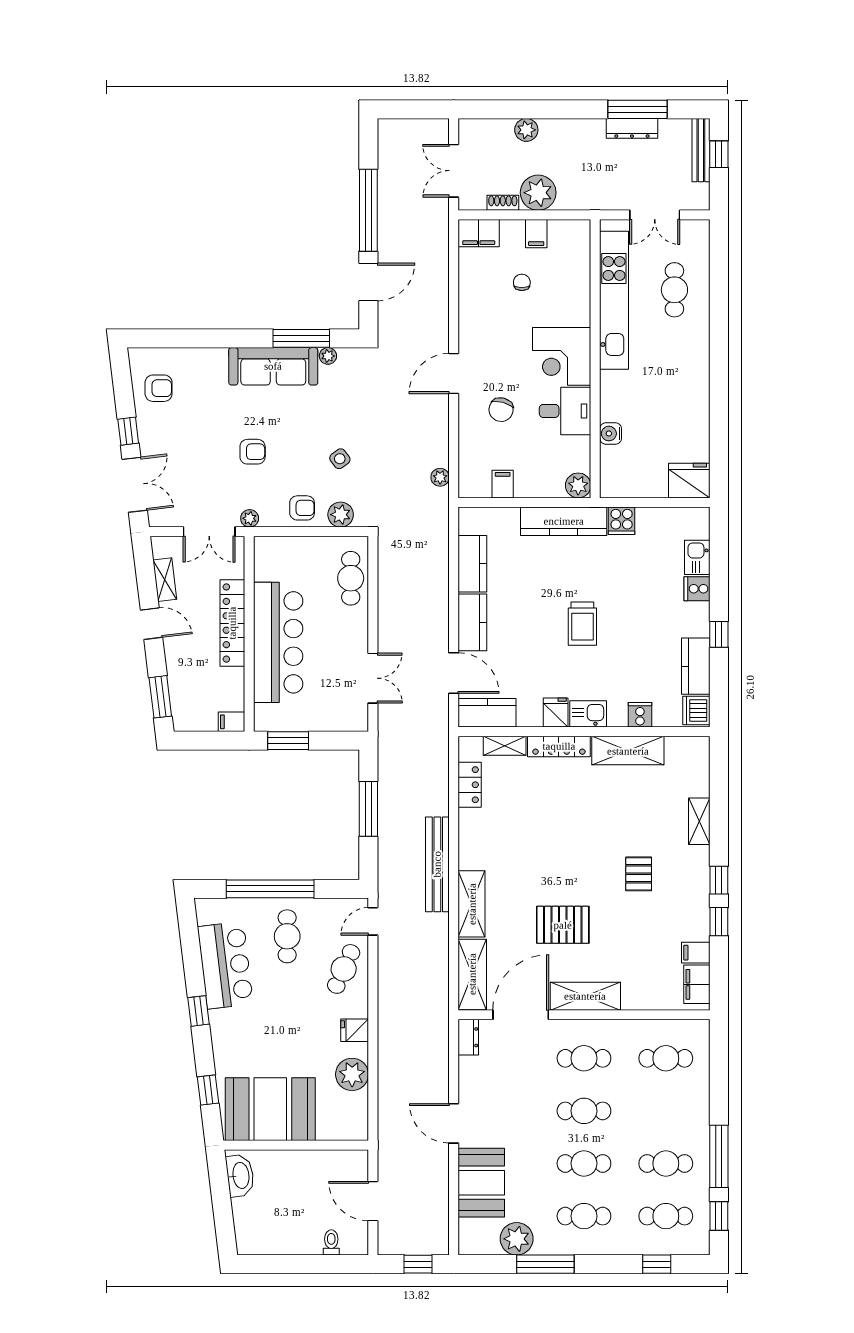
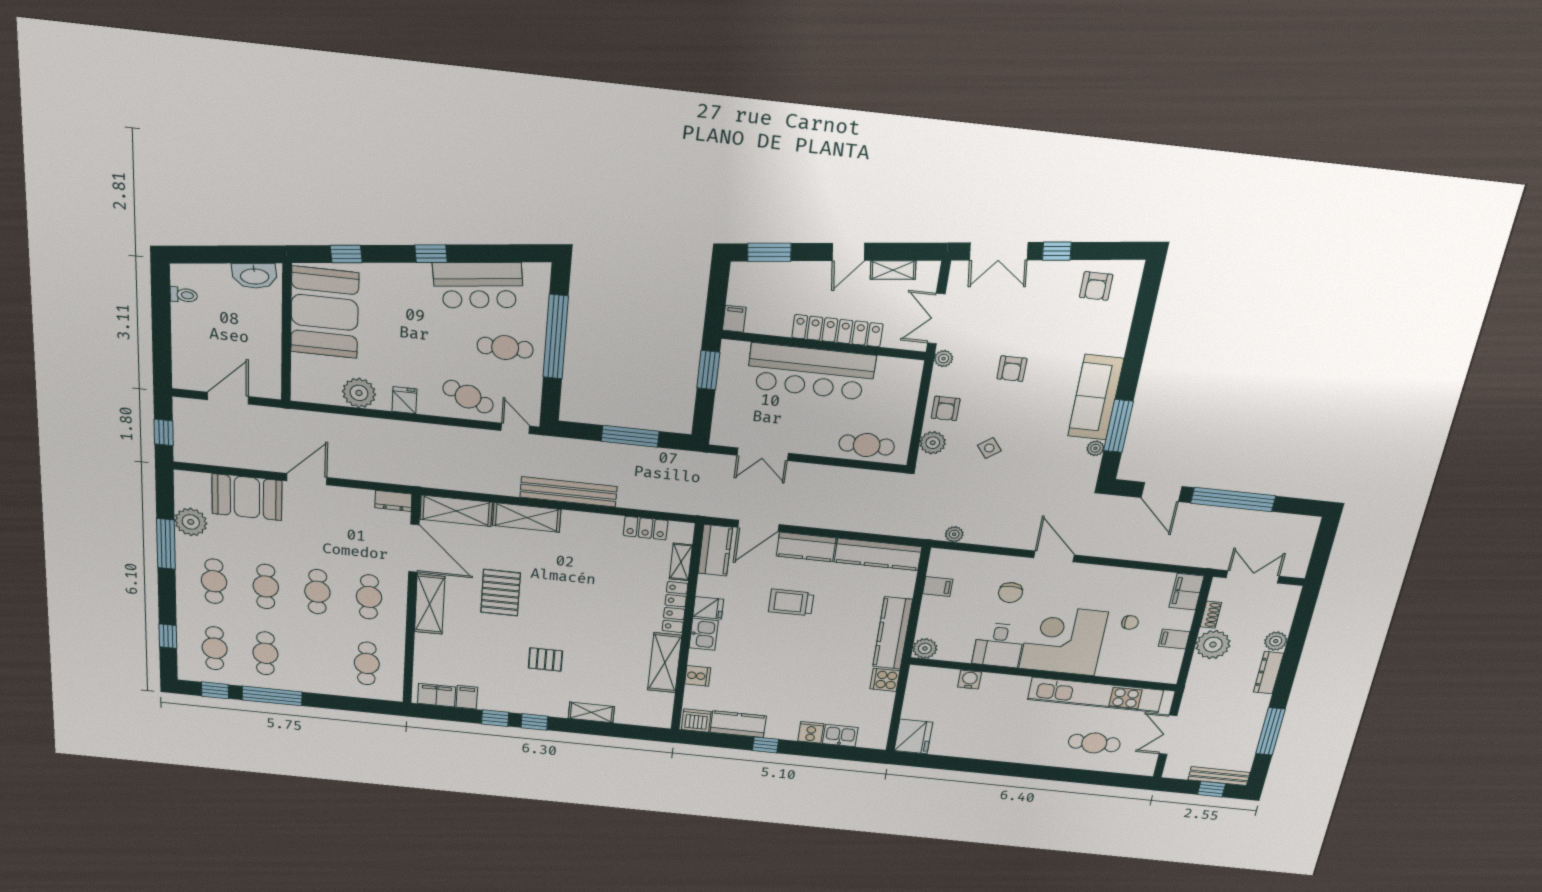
dresser: (632, 128) -> (1268, 673), moved
corner desk: (562, 356) -> (1063, 640), width x1.36, depth x1.36
chair: (501, 410) -> (1010, 593), turned -105
kitchen counter: (472, 564) -> (878, 554), width x1.50
trolley: (582, 624) -> (791, 602), moved
toilet: (331, 1242) -> (184, 295), moved

